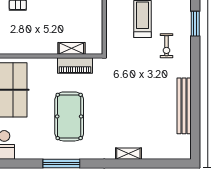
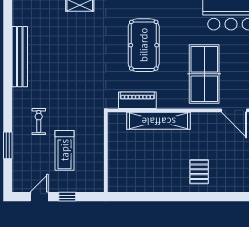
shelving: (71, 48) -> (159, 121), width x2.20, depth x1.33

